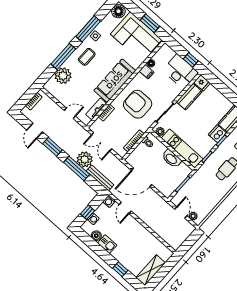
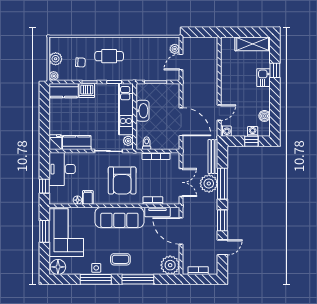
window: (191, 60) -> (44, 186), moved
plant: (63, 76) -> (170, 265), moved
door: (70, 113) -> (181, 231), width x1.87
kitchen sink: (107, 244) -> (263, 78), moved

